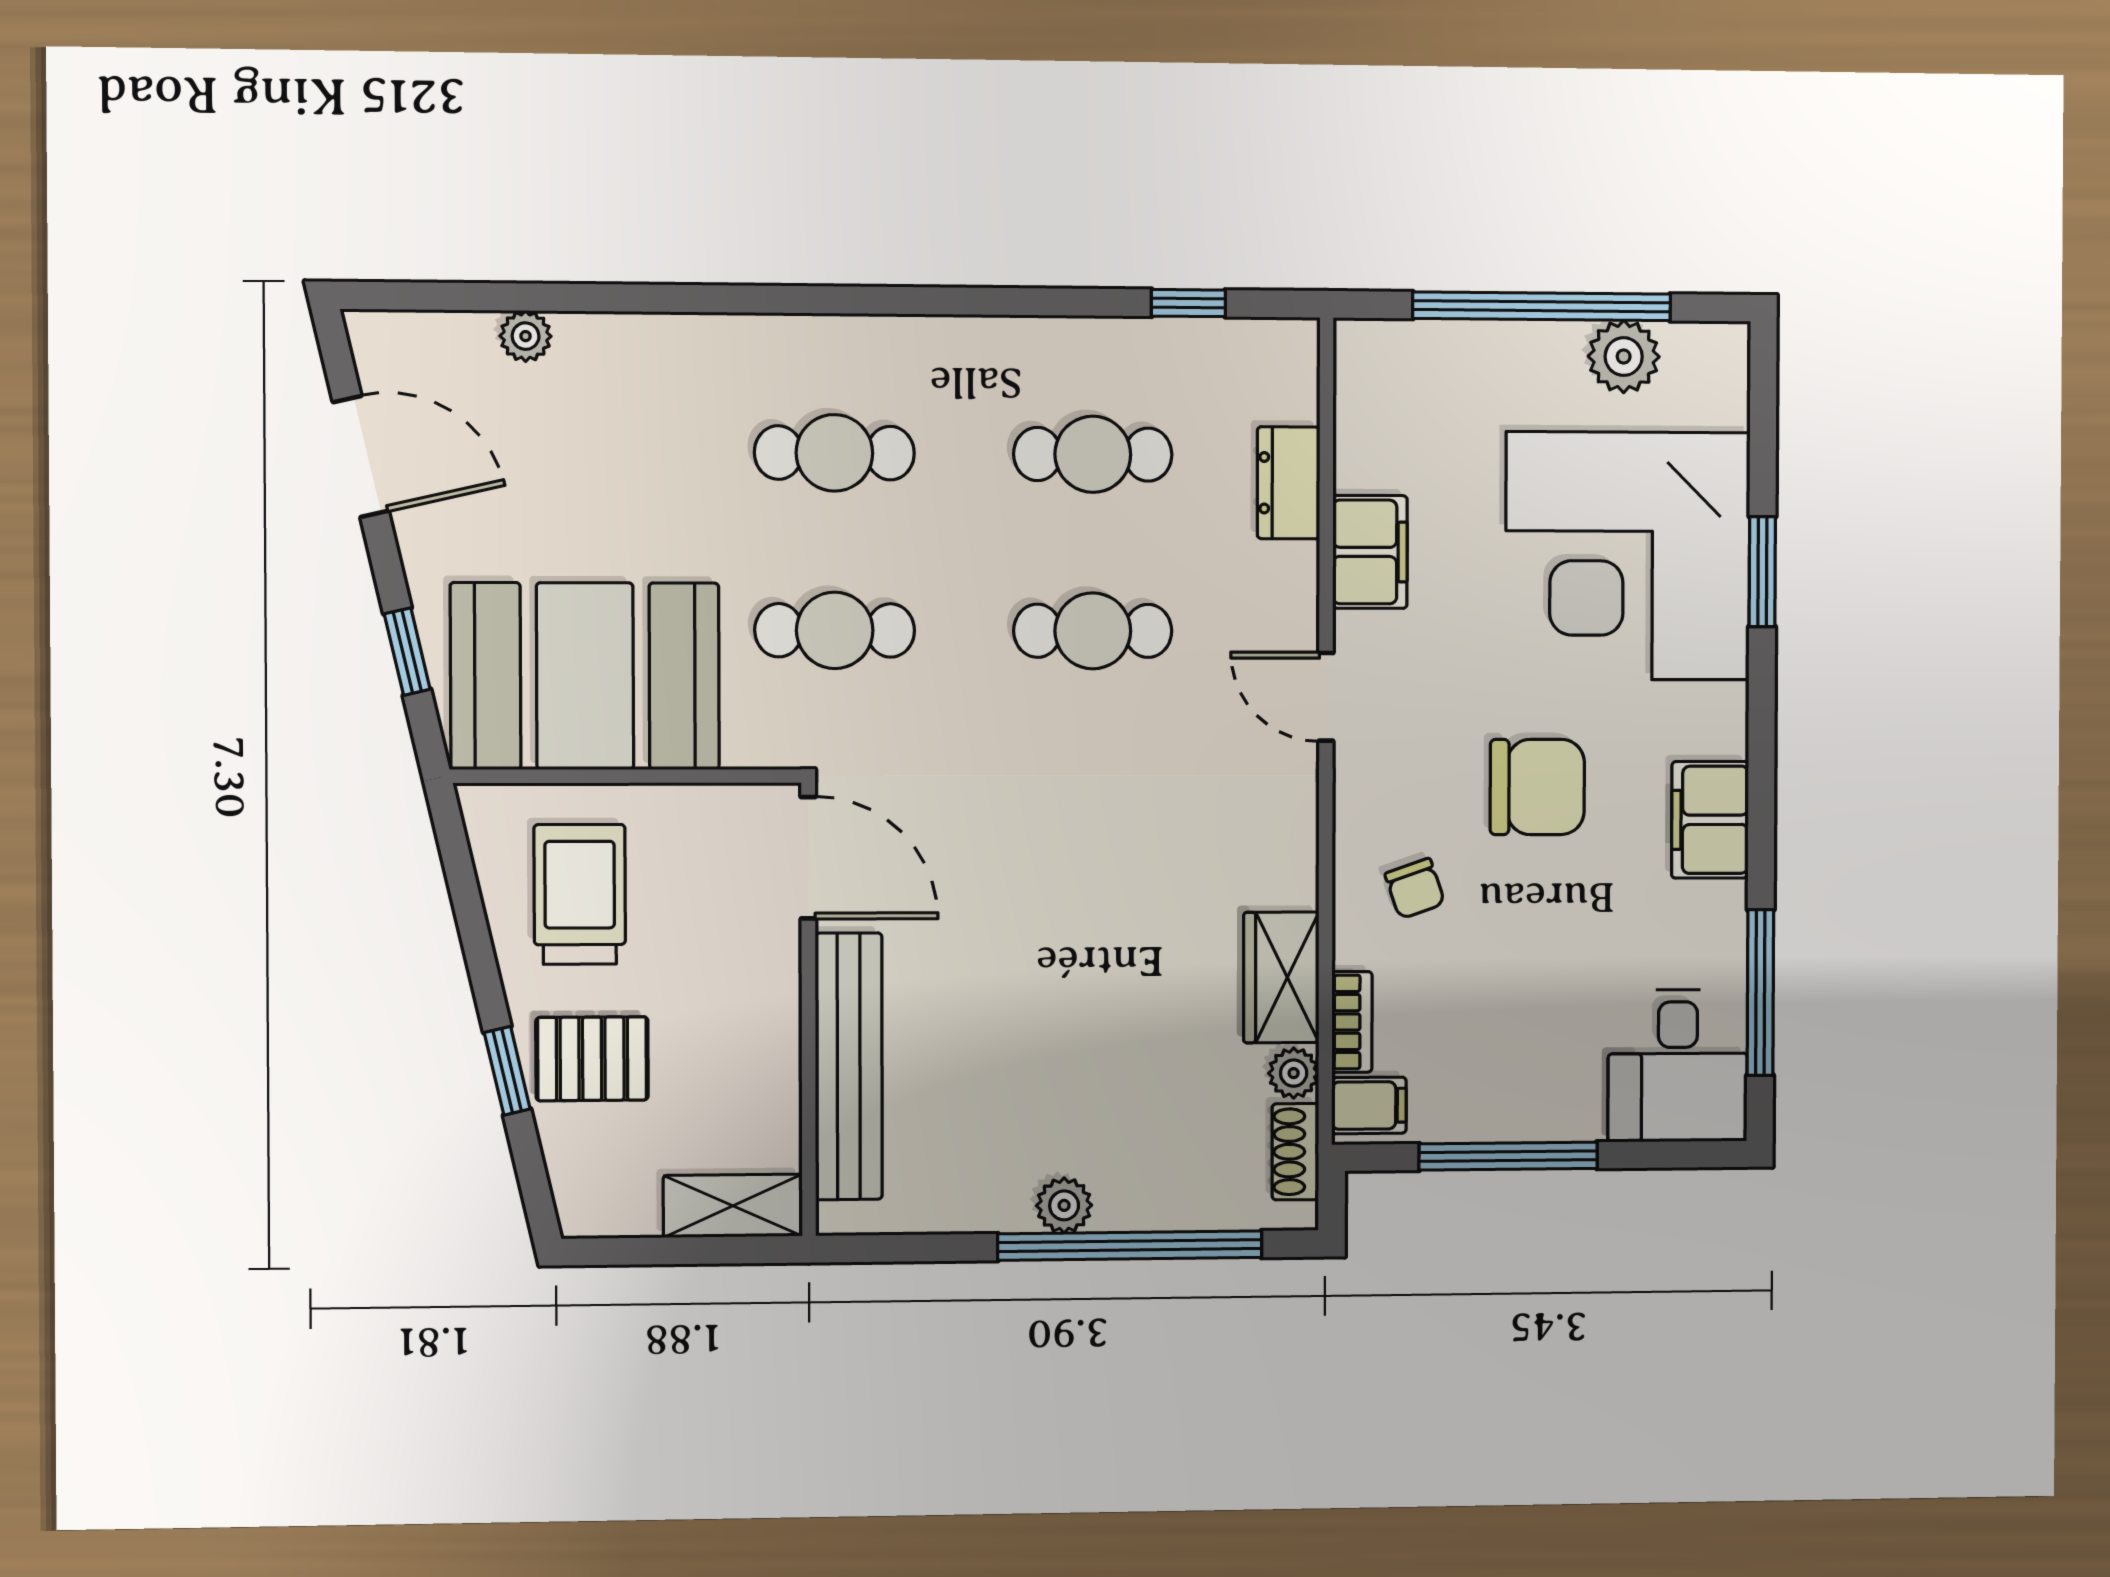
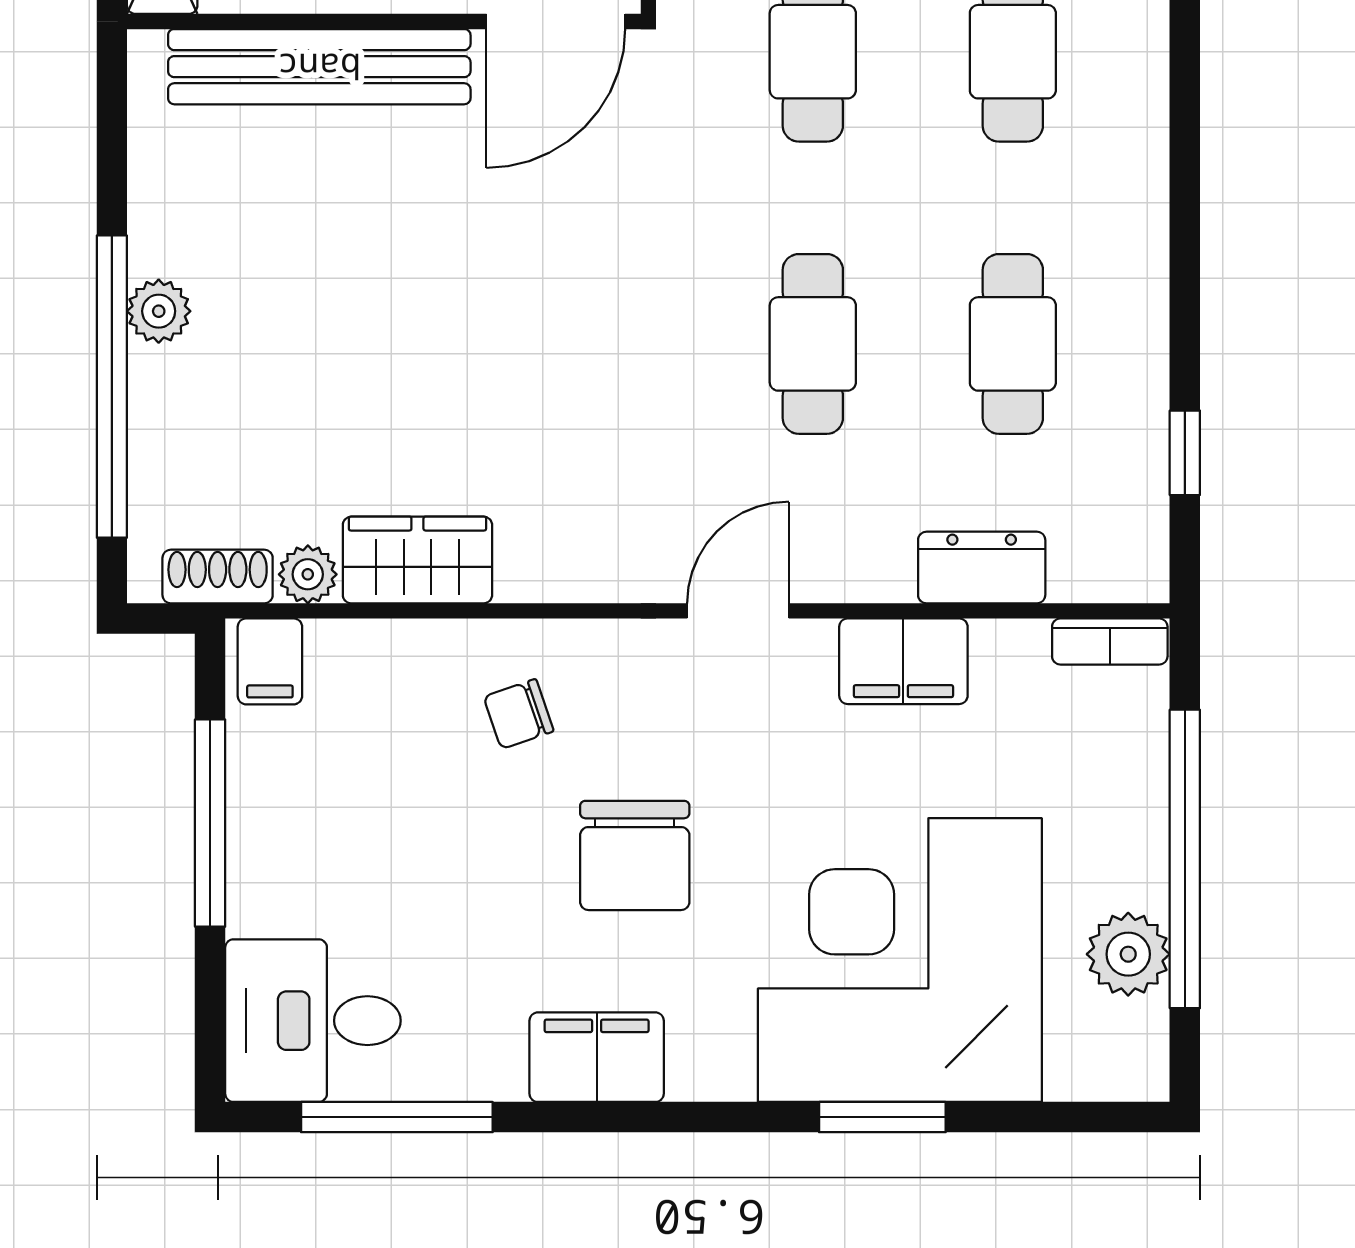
bookcase: (1352, 1022) -> (1110, 641), moved

